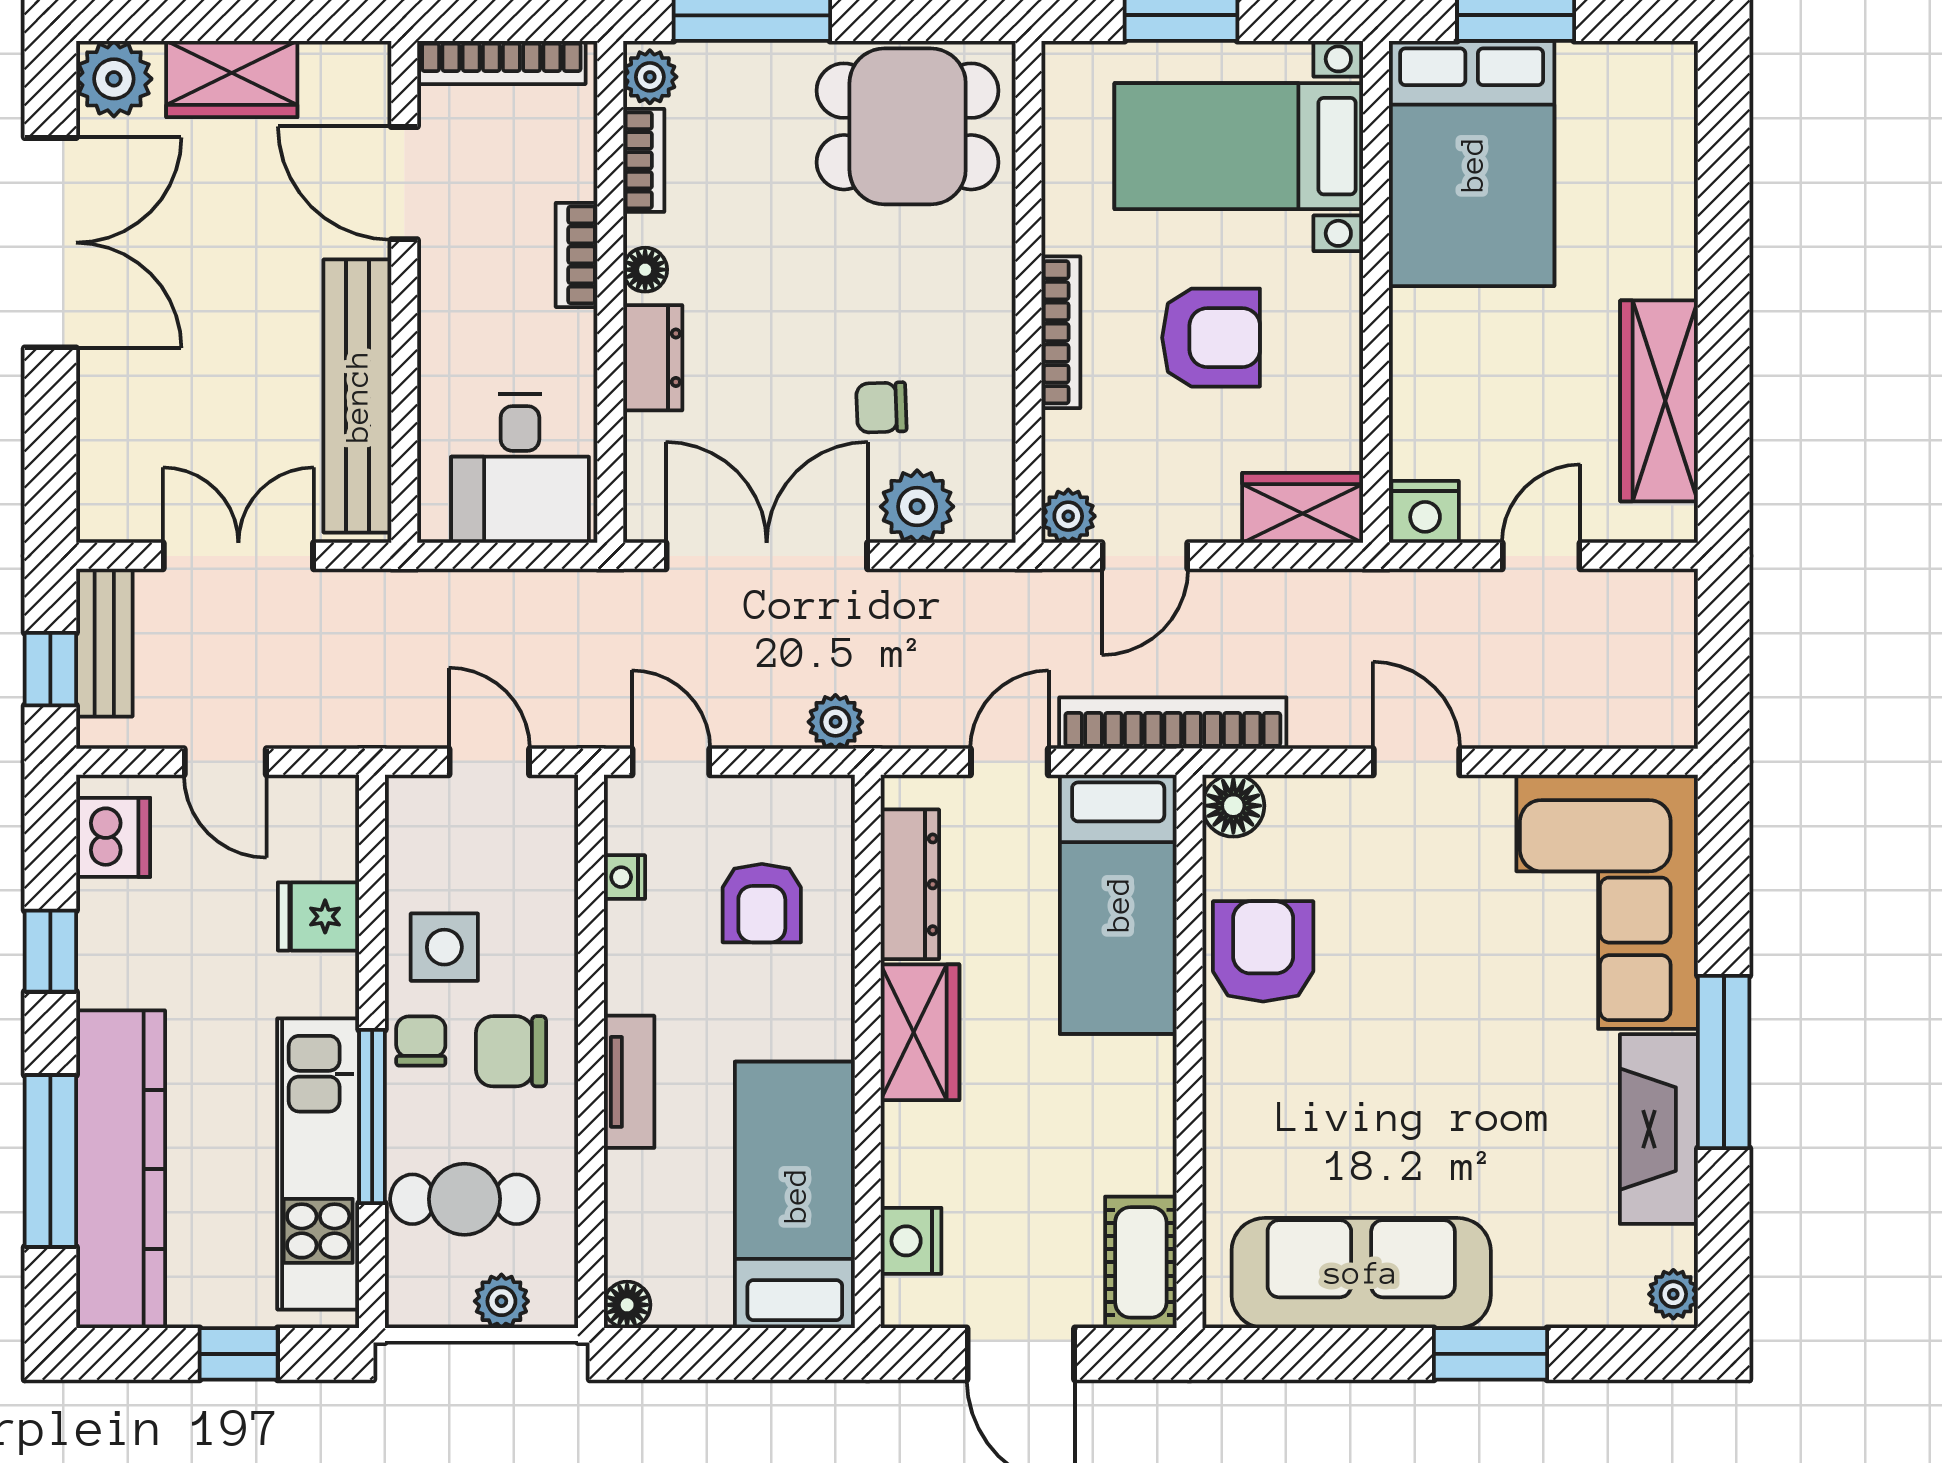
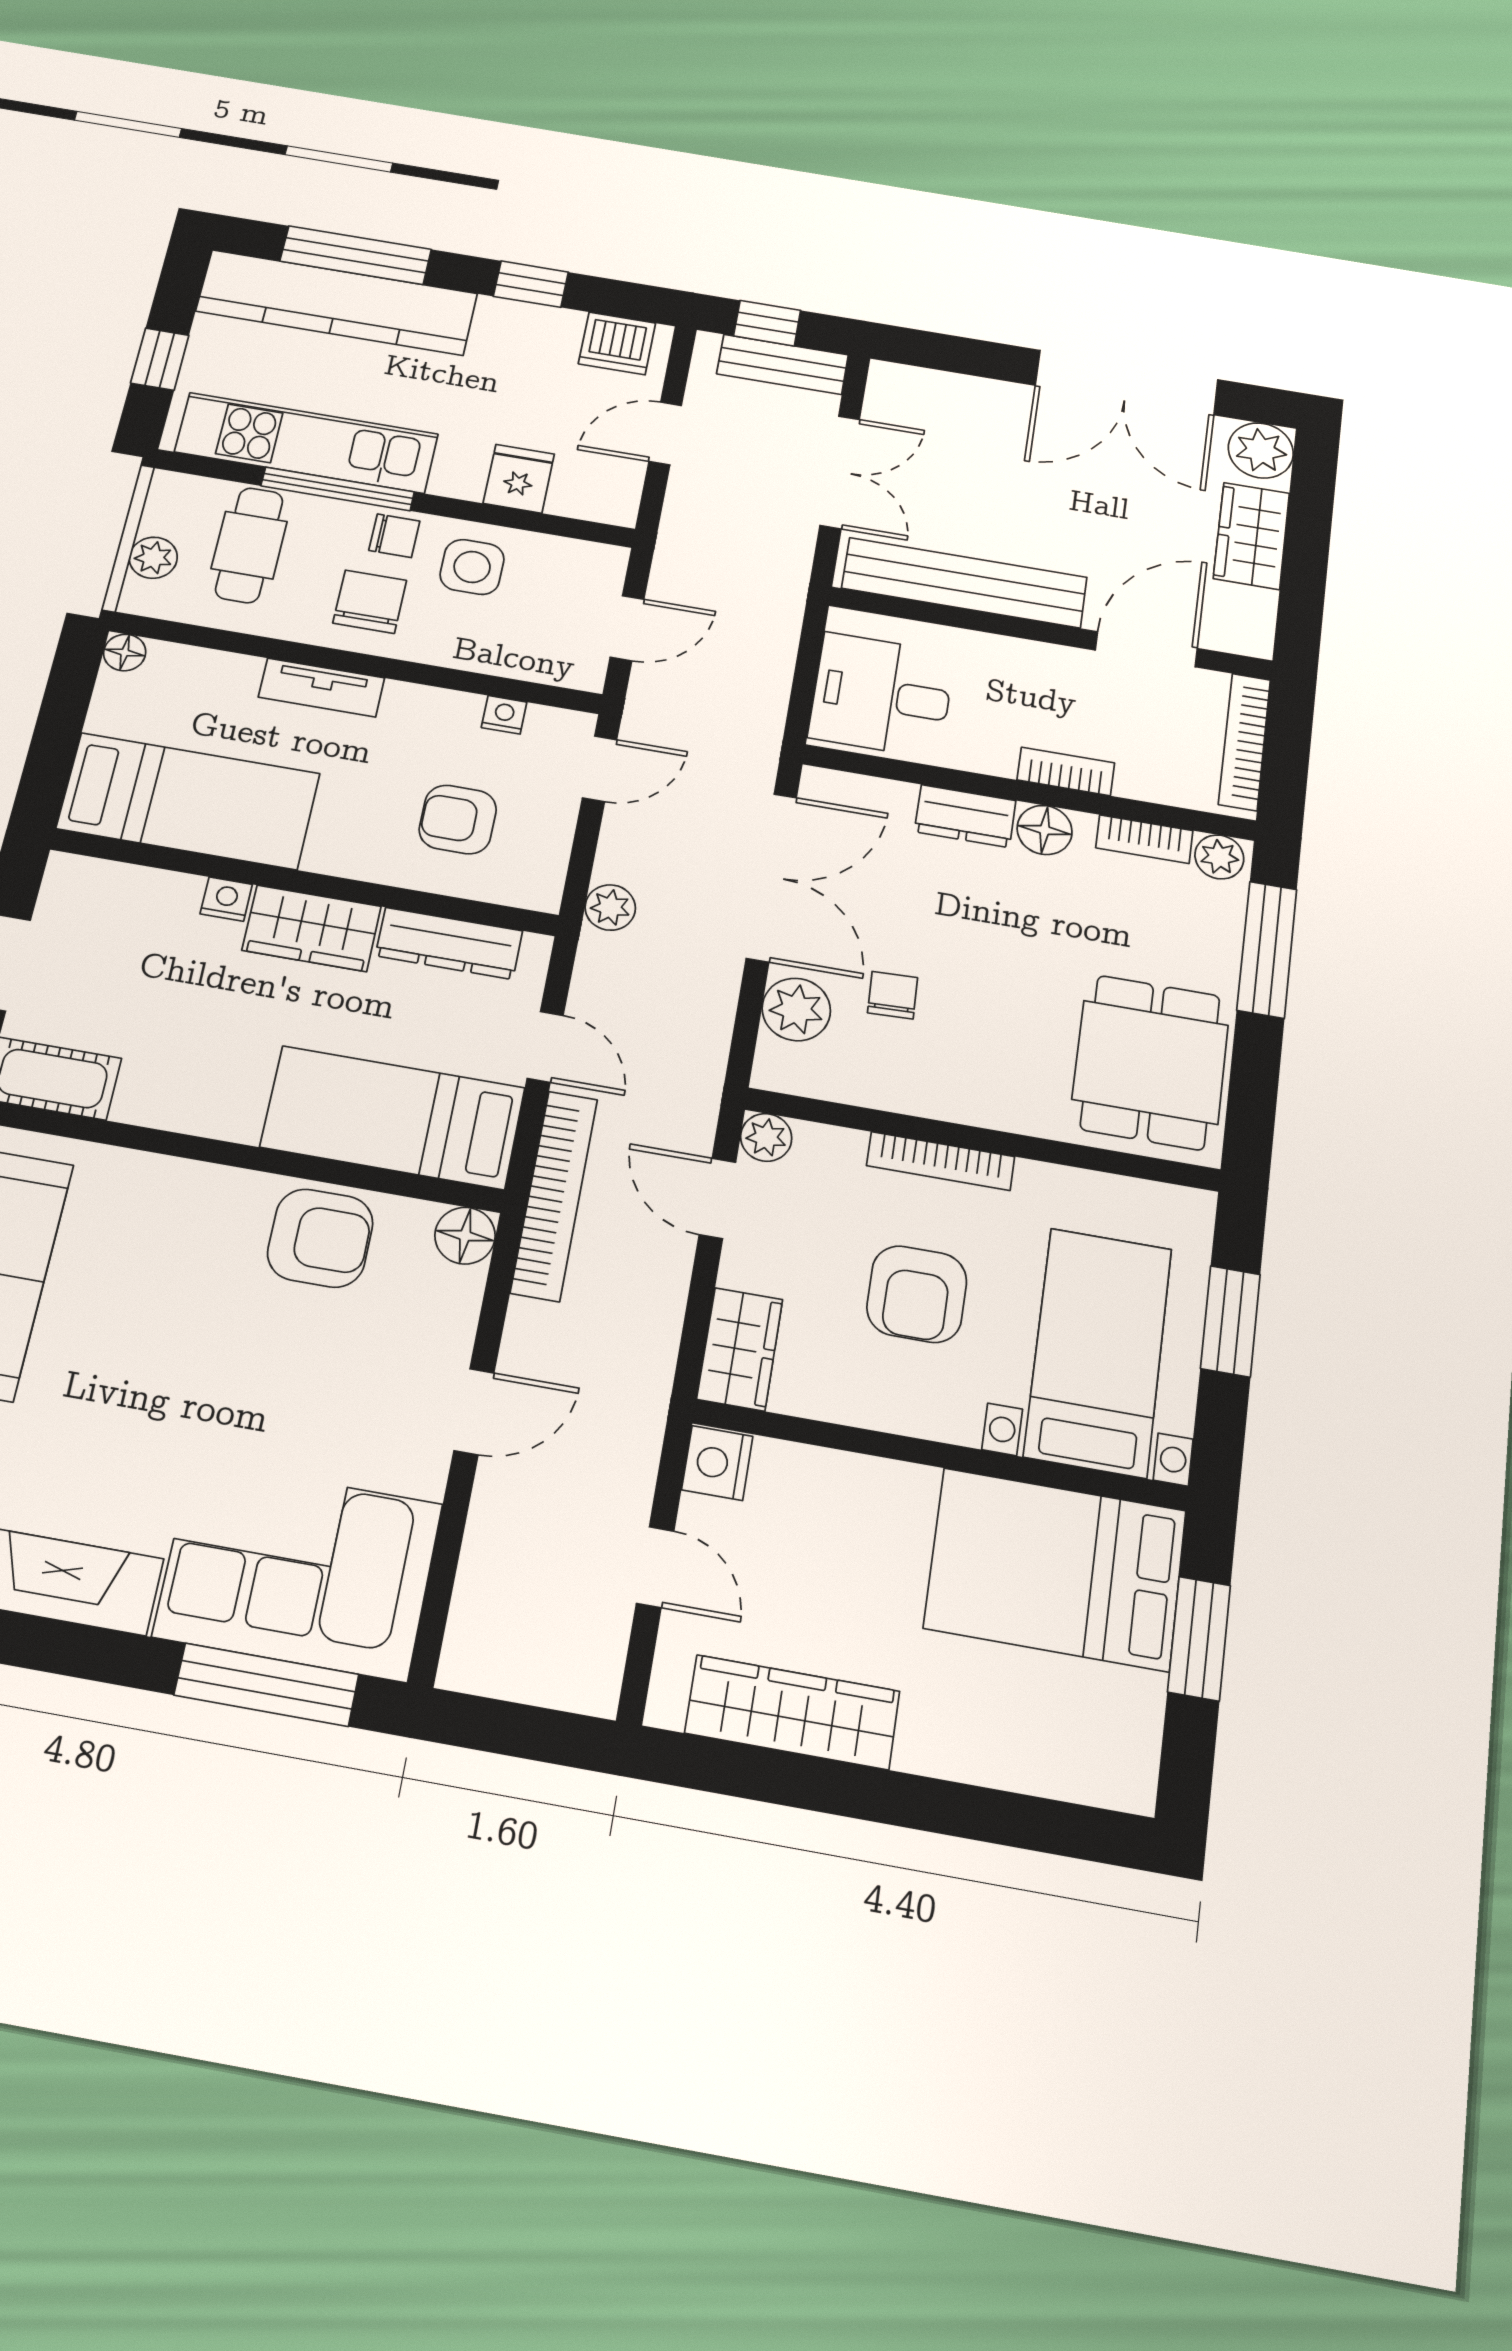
floor lamp: (645, 270) -> (1045, 830), width x1.37, depth x1.37
window: (1724, 1062) -> (266, 1685), moved
nightstand: (911, 1241) -> (226, 899), moved, width x0.72, depth x0.74

